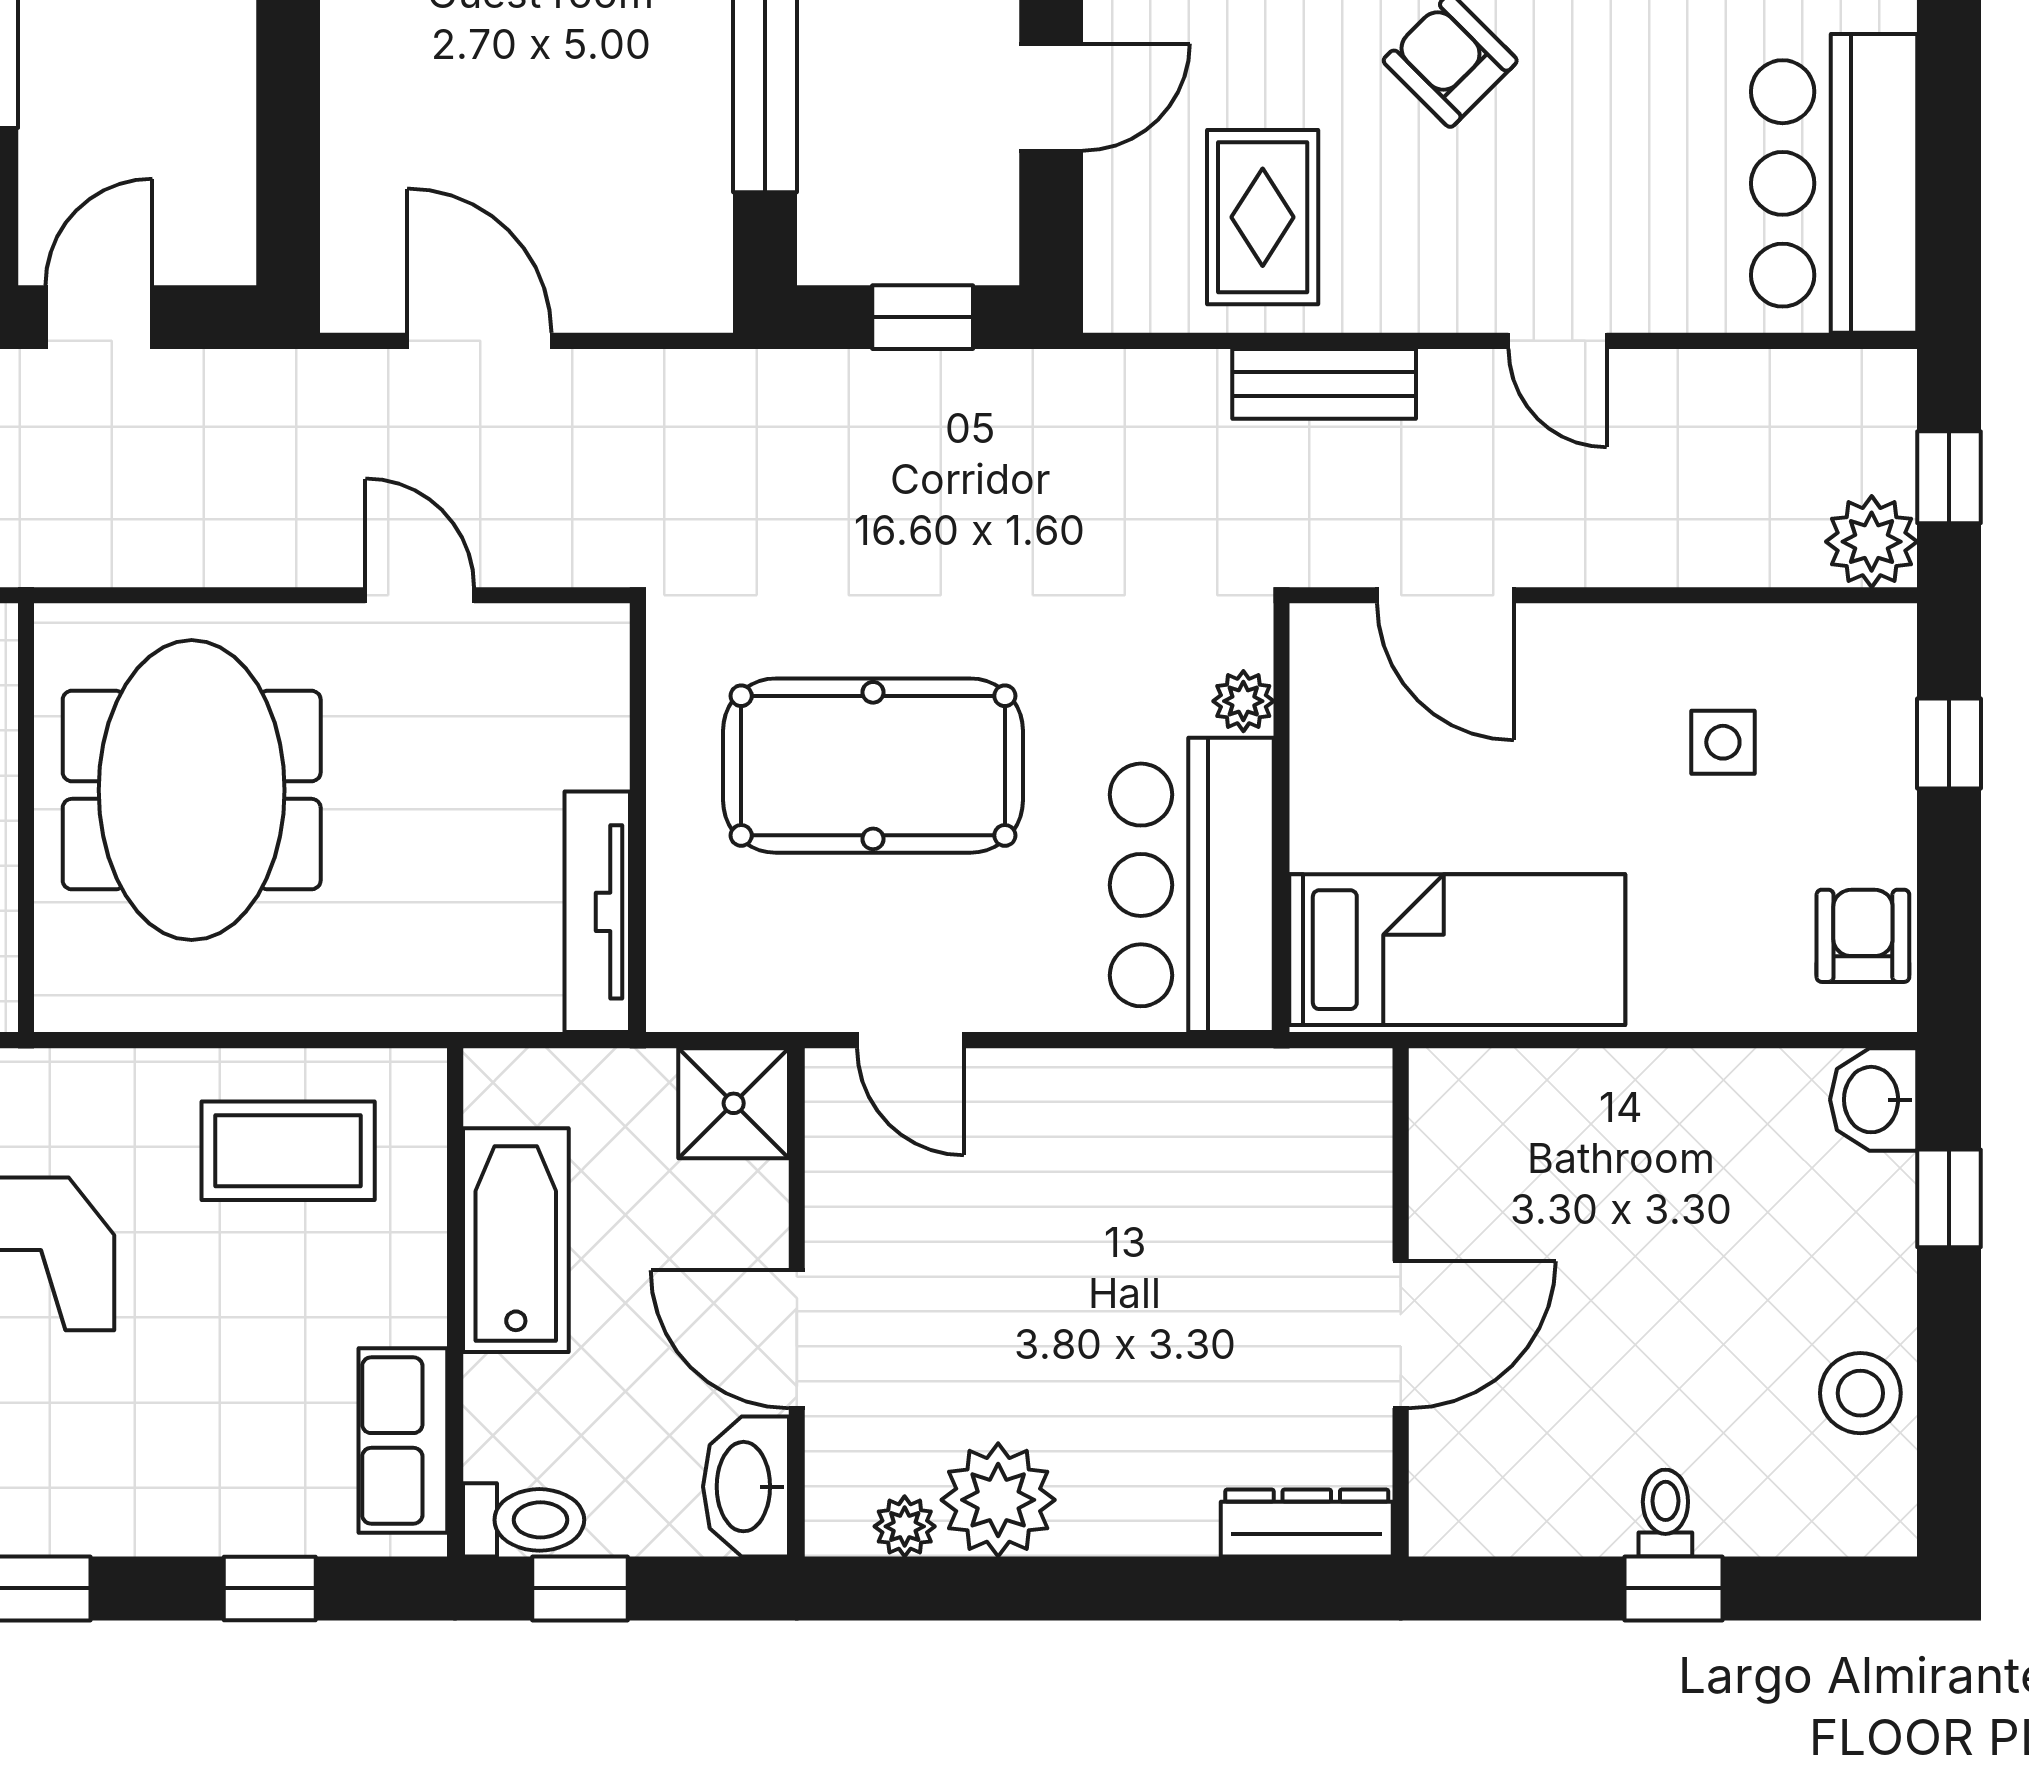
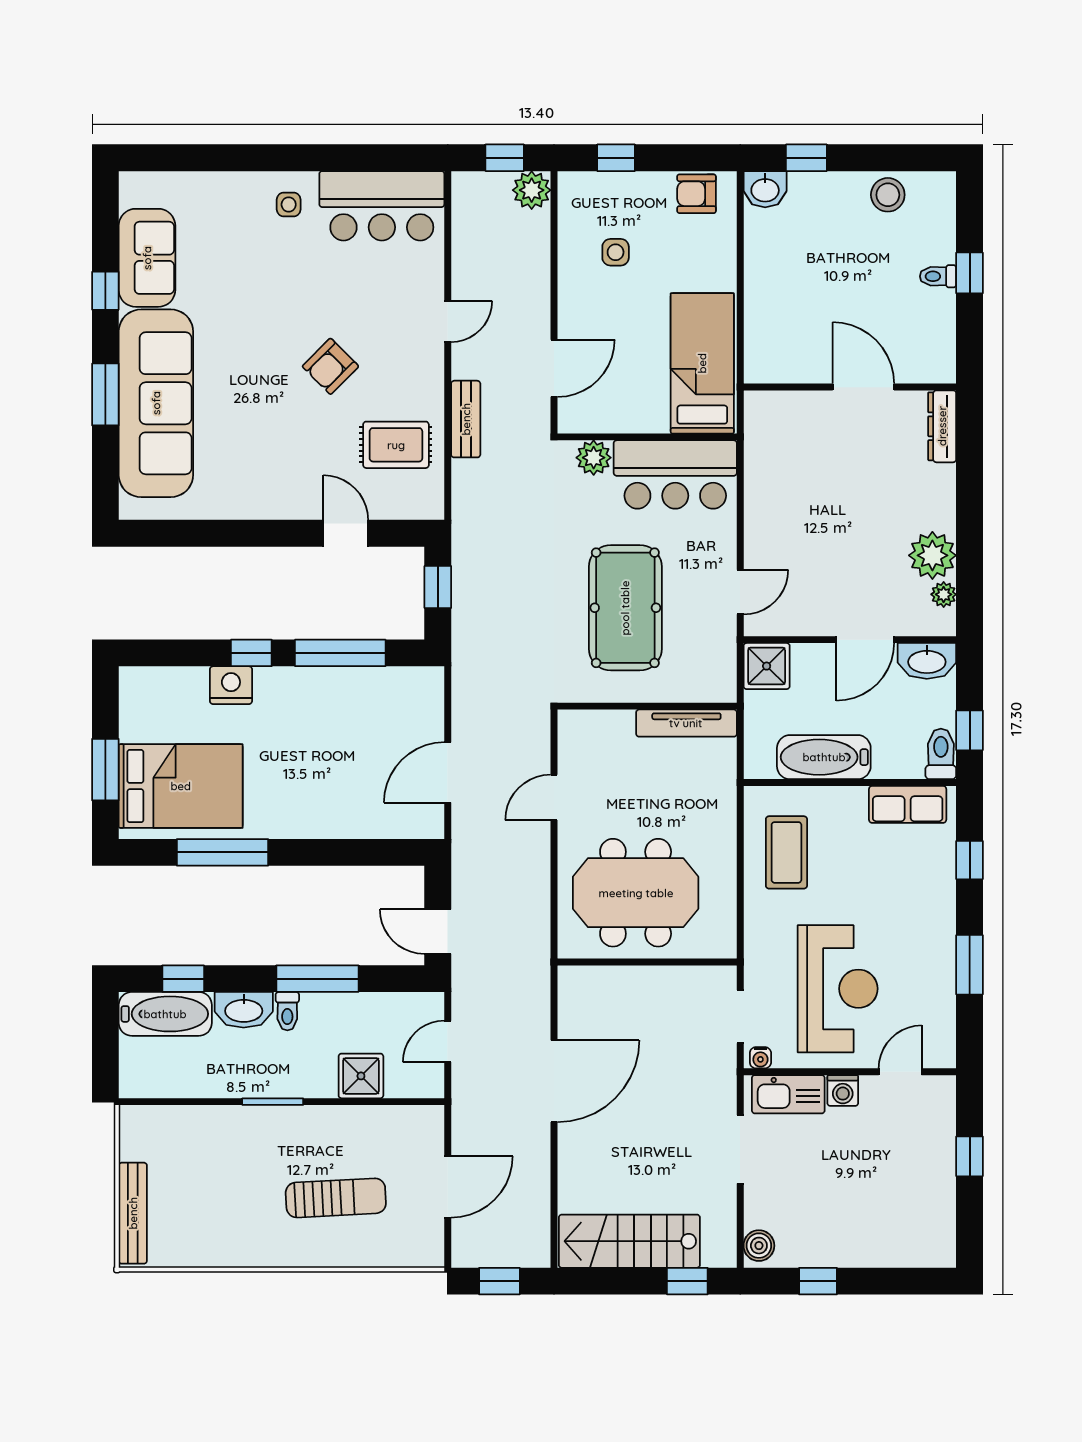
plant: (1243, 701) -> (594, 458), width x1.38, depth x1.38

